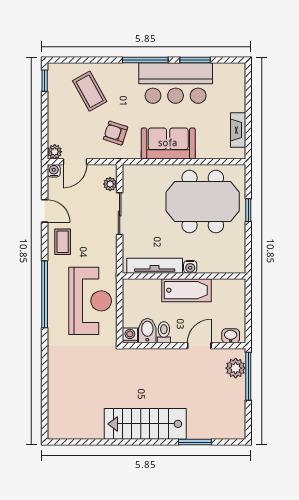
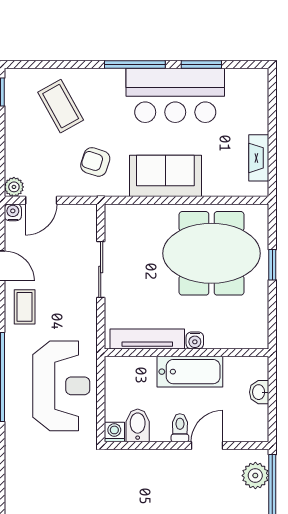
plant: (110, 184) -> (88, 230), removed
toilet: (164, 332) -> (180, 428), moved
washbasin: (231, 336) -> (259, 392), moved, turned -90

